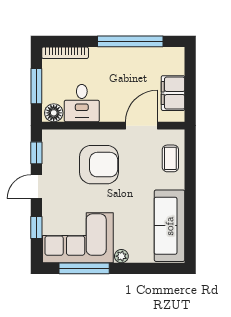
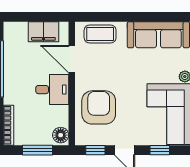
desk: (82, 103) -> (52, 90), moved
coffee table: (170, 158) -> (100, 34), width x1.36, depth x1.30
armchair: (99, 165) -> (99, 107), moved

